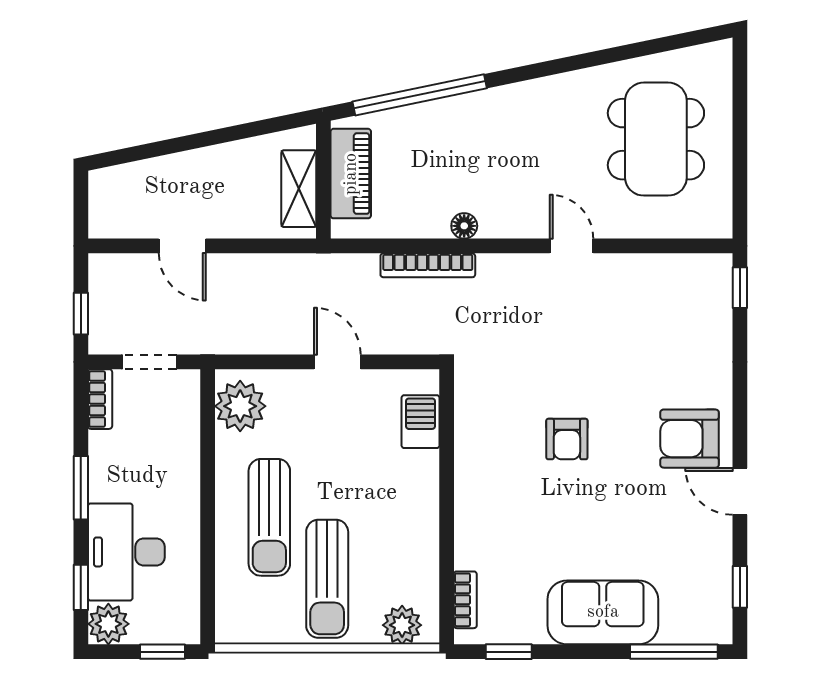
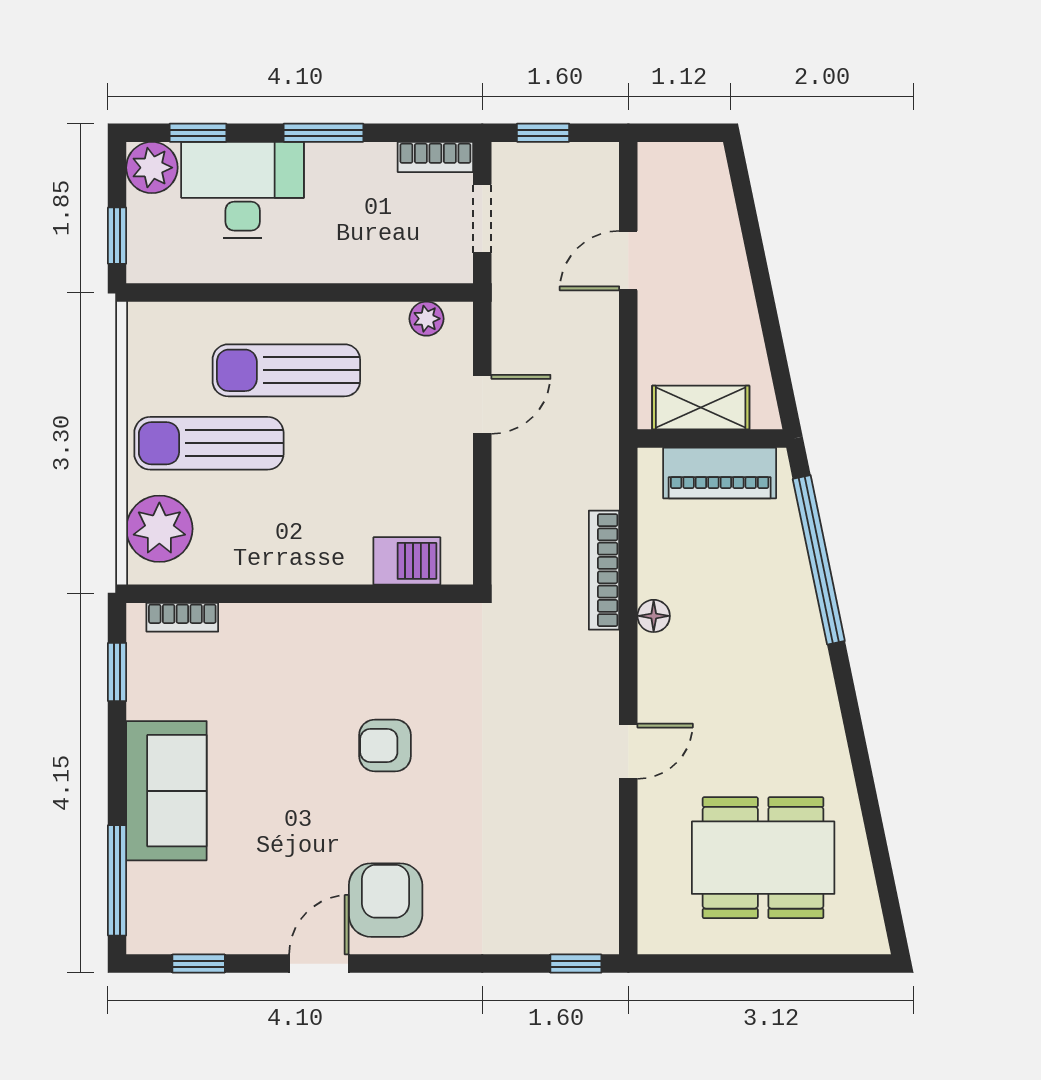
door: (337, 362) -> (482, 404), moved
plant: (240, 406) -> (426, 319), width x0.53, depth x0.53
plant: (402, 625) -> (159, 529), width x1.36, depth x1.36

